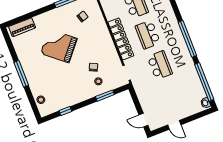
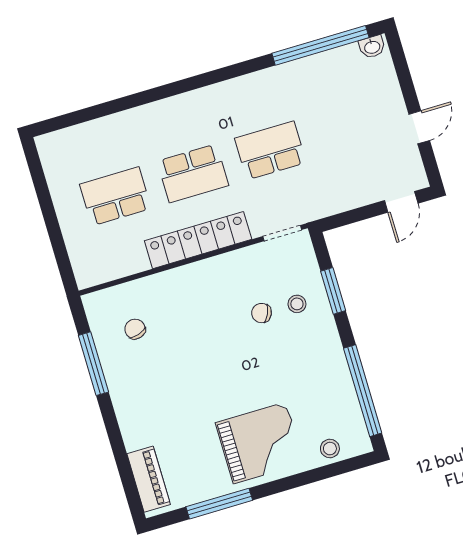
window: (187, 39) -> (212, 77), removed
grand piano: (59, 46) -> (260, 443), moved, turned -130
window: (21, 74) -> (219, 504), moved
window: (65, 111) -> (363, 391), width x3.17

